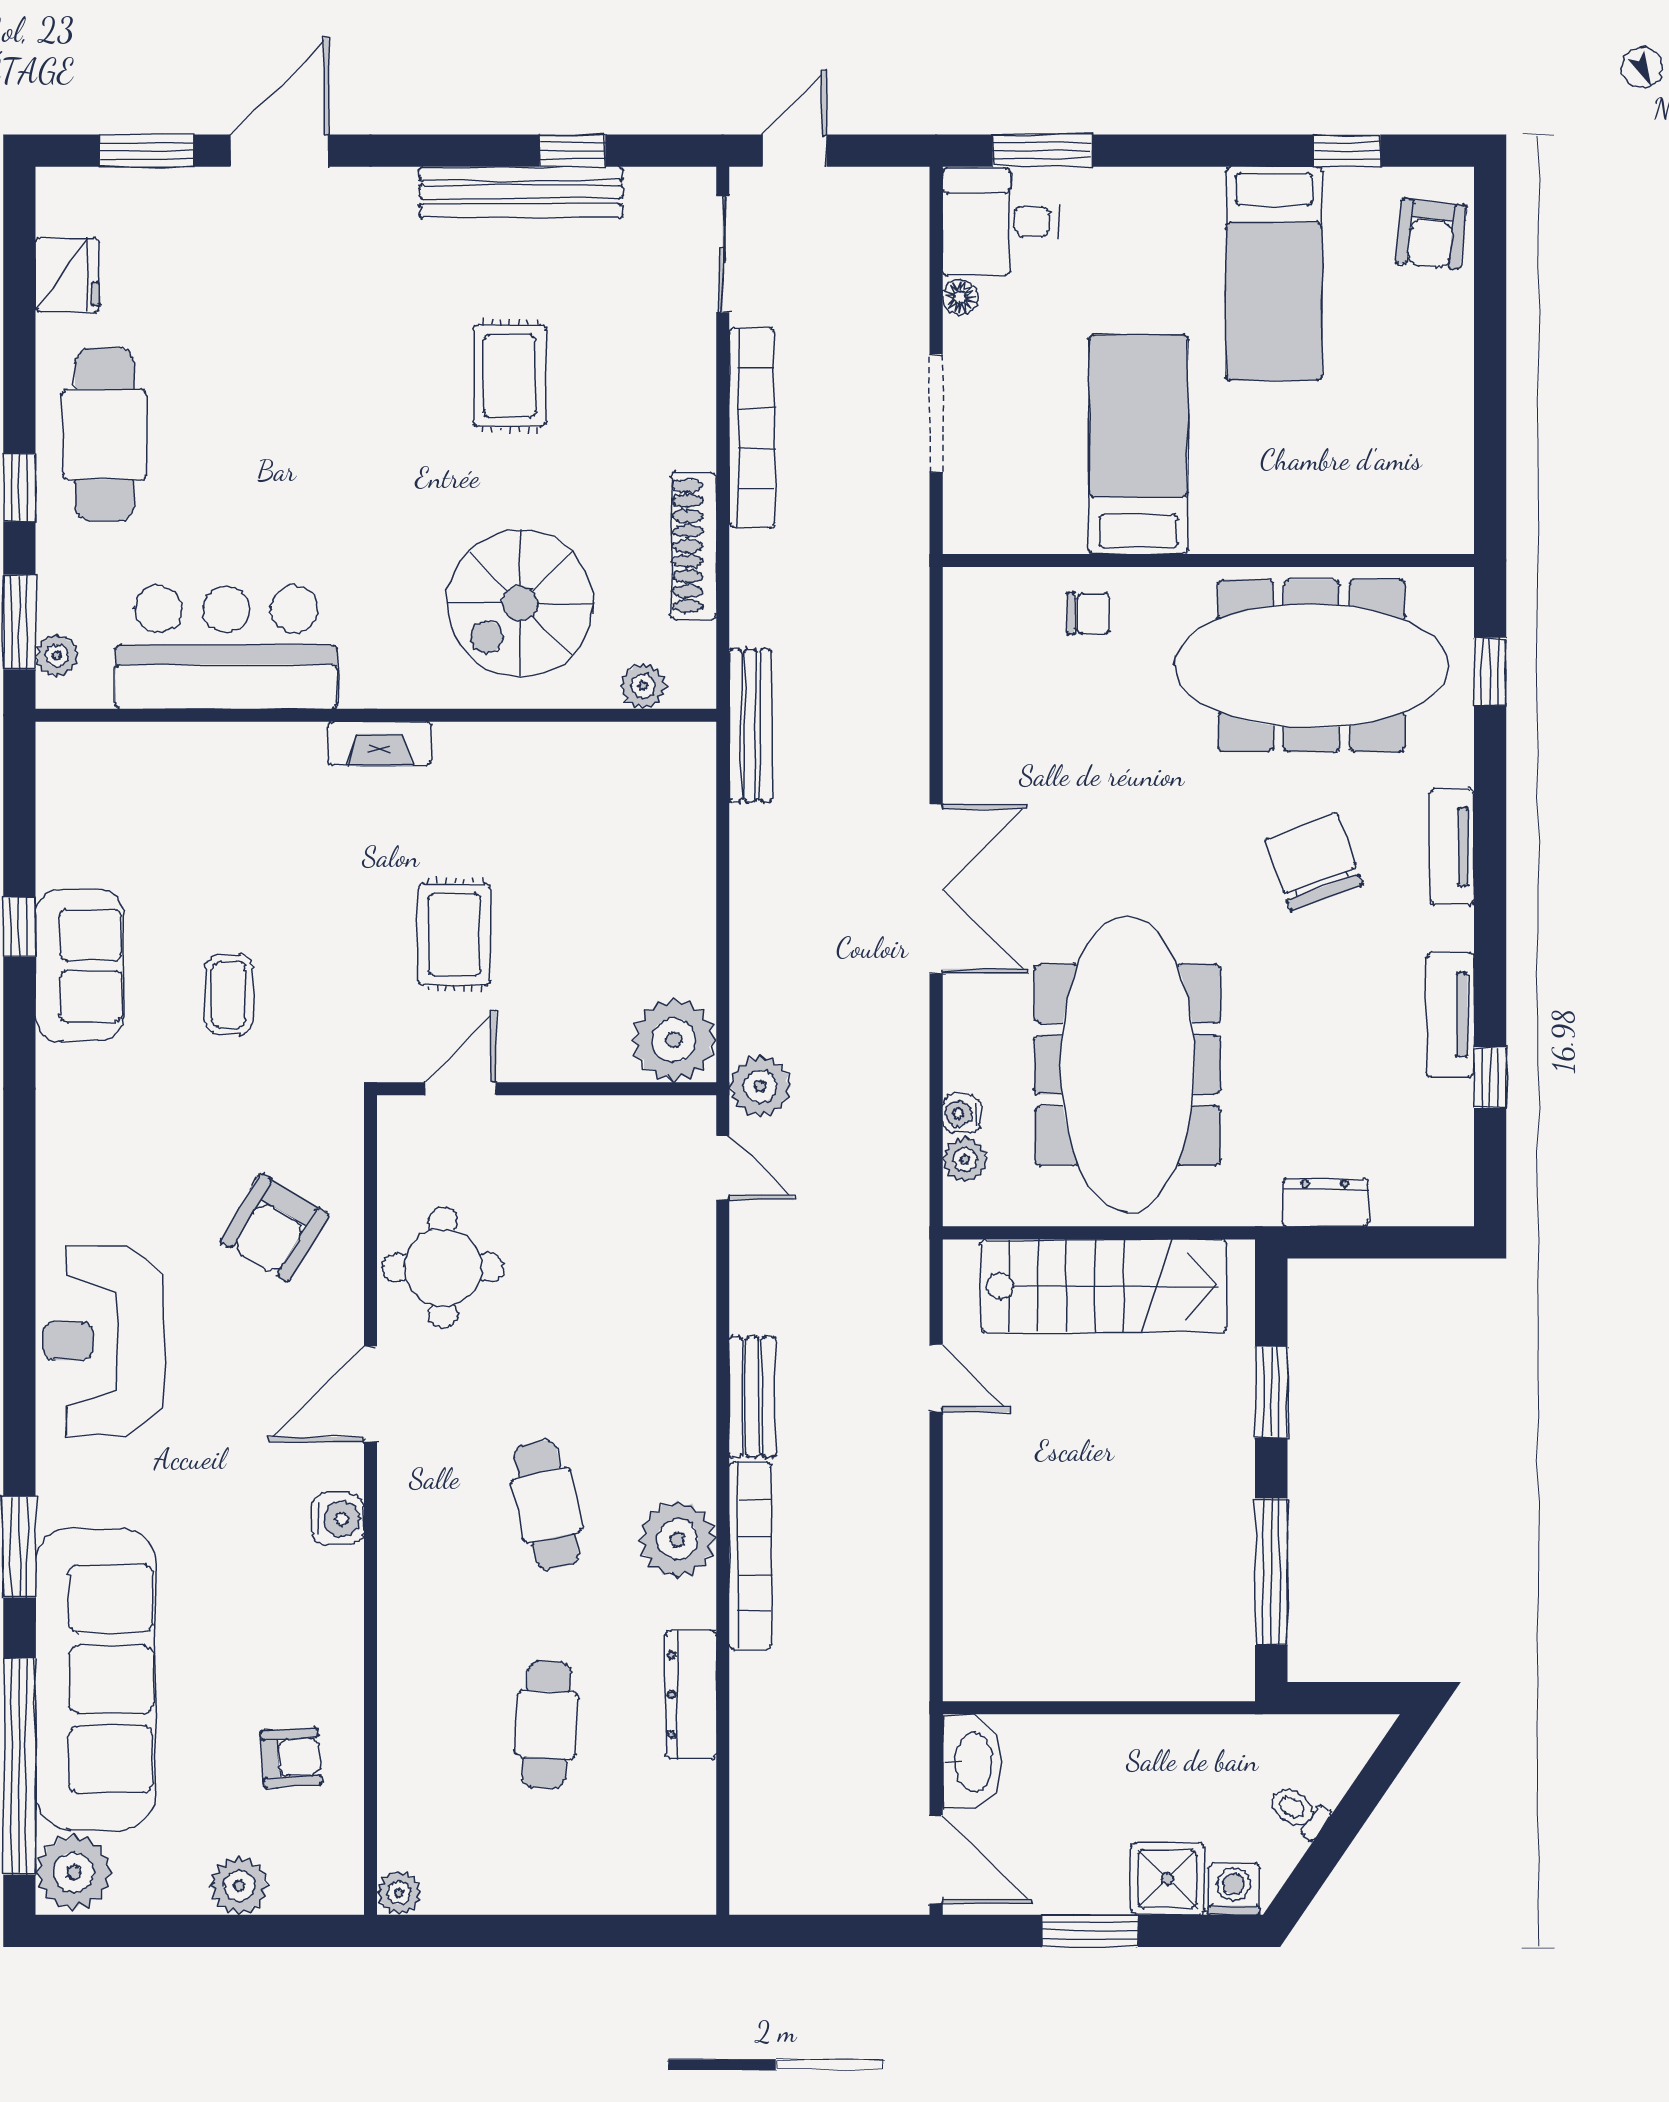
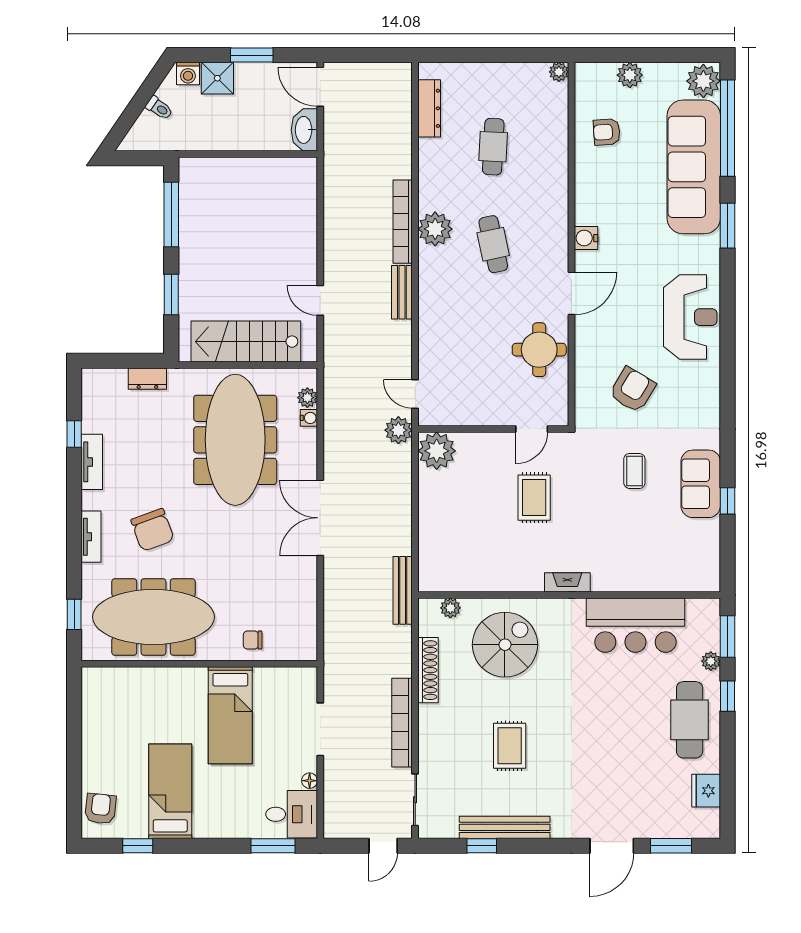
plant: (57, 656) -> (711, 661), moved
armchair: (274, 1228) -> (632, 390), moved
dresser: (691, 1695) -> (429, 108), moved

